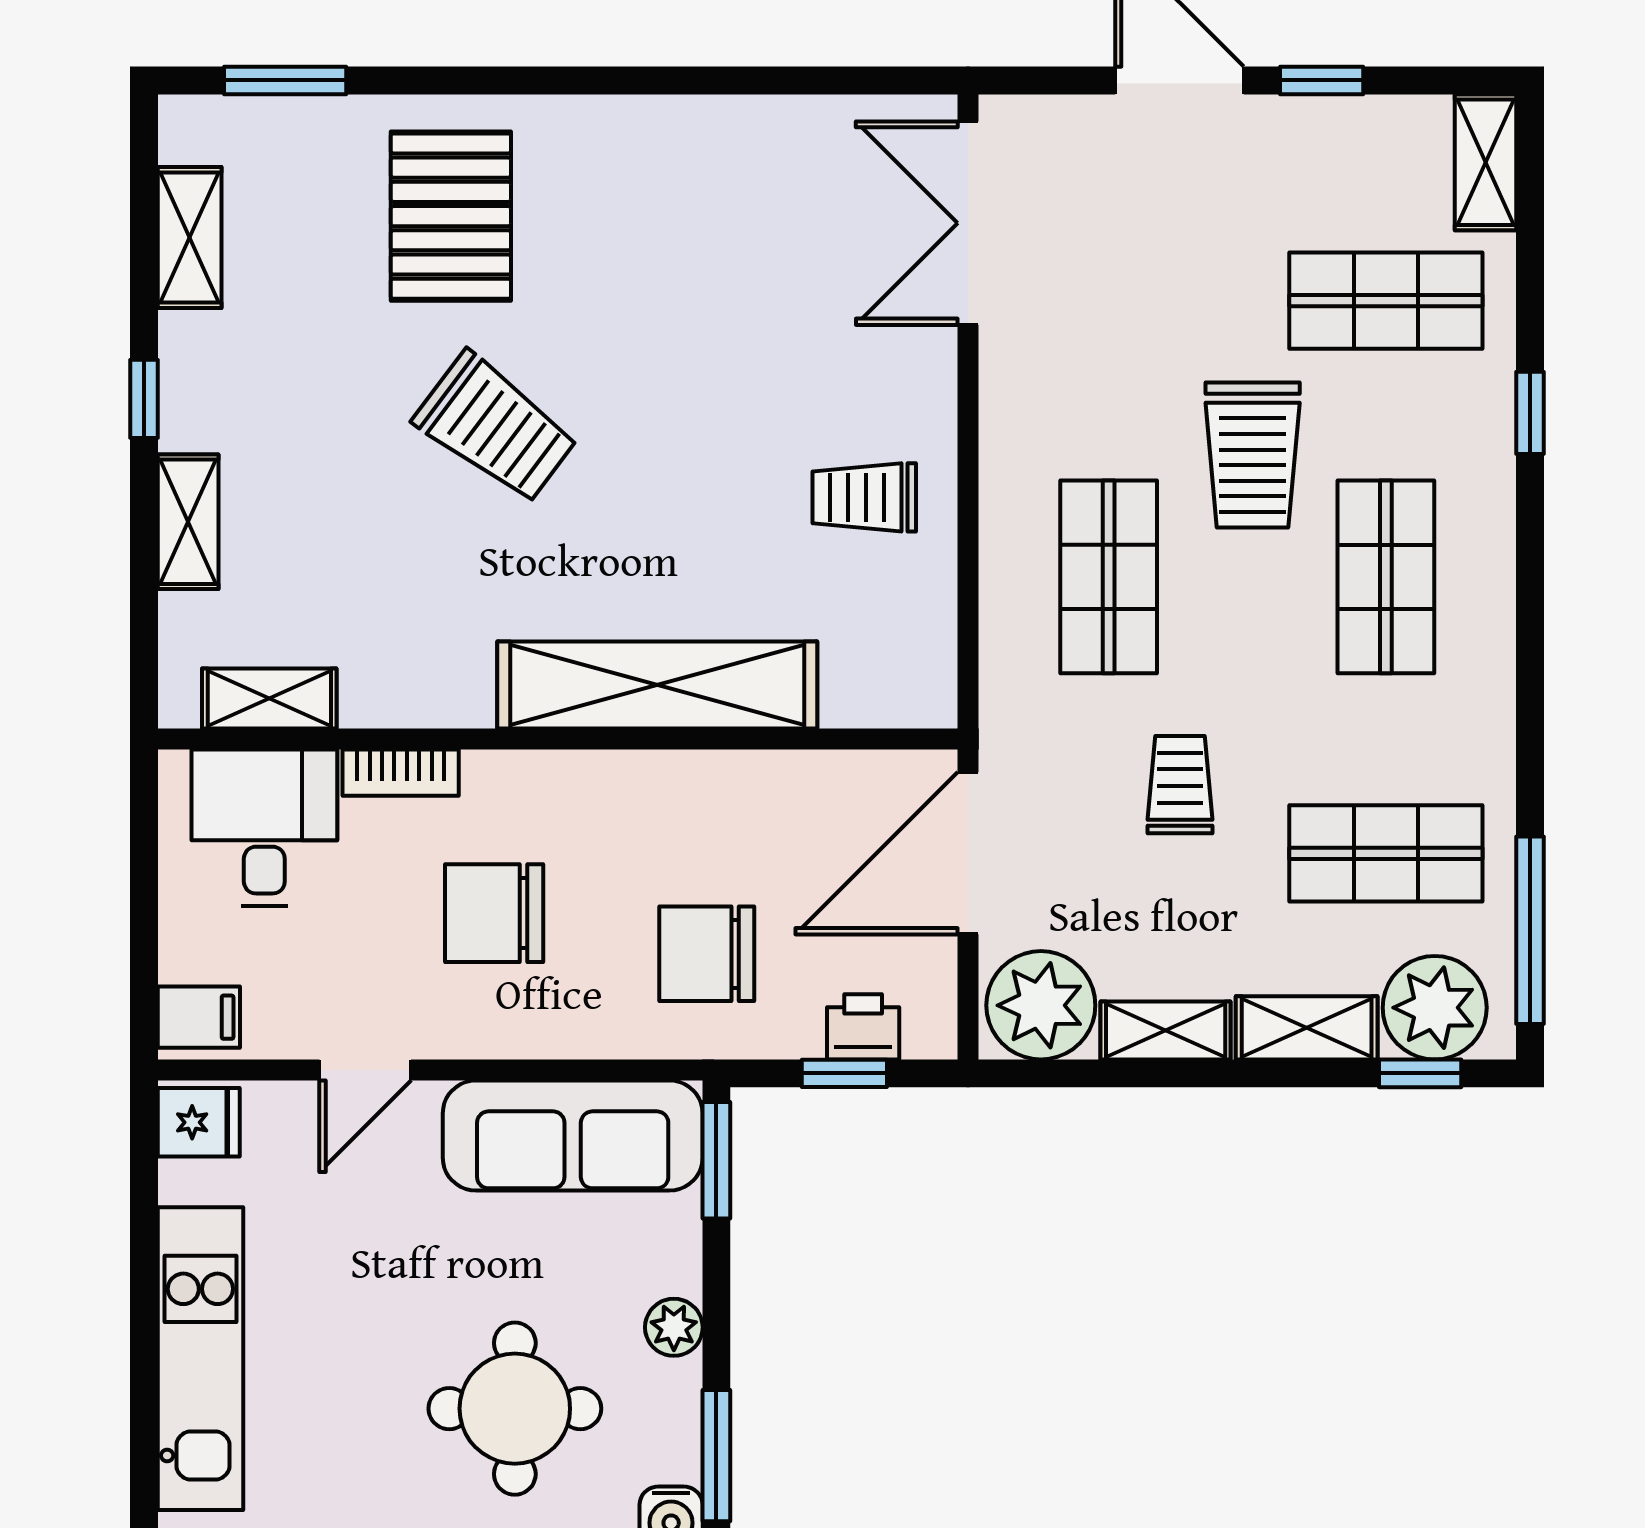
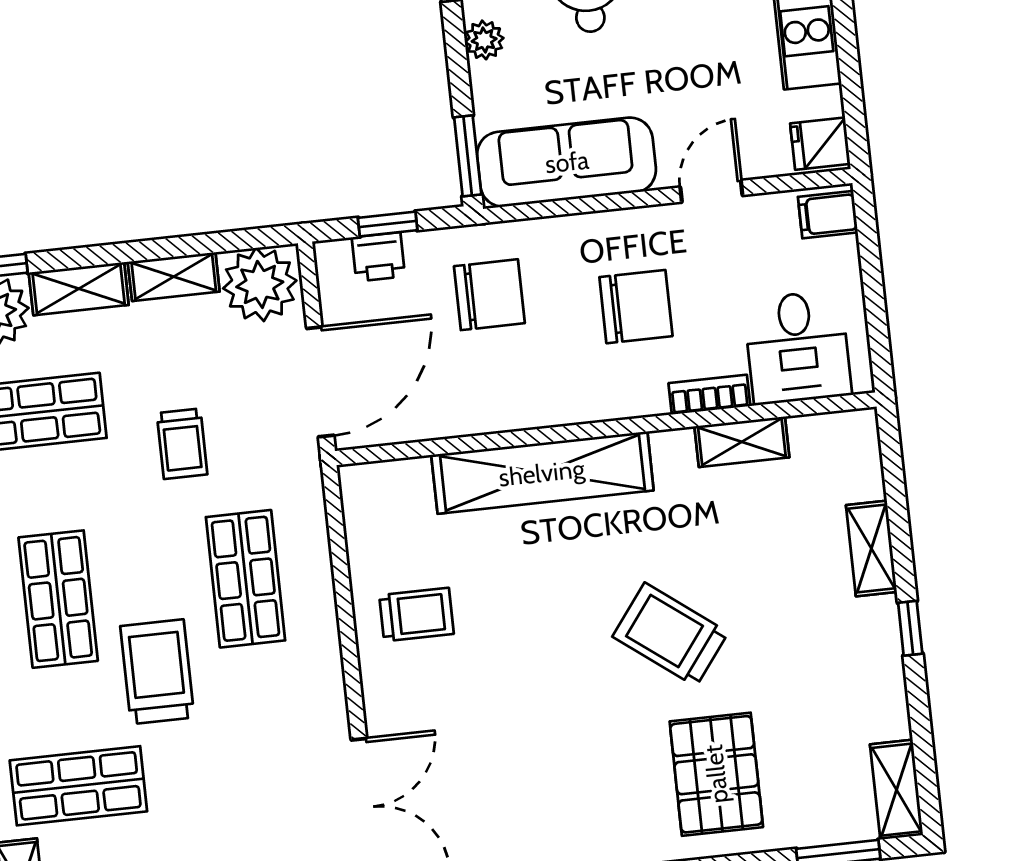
shelving: (190, 238) -> (897, 790), moved
shelving: (269, 698) -> (742, 442), moved

